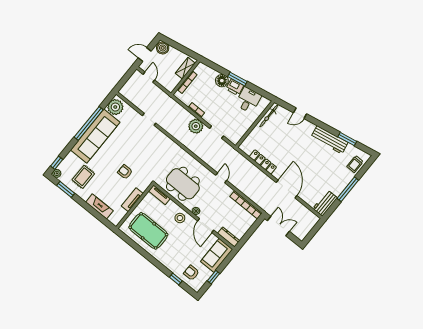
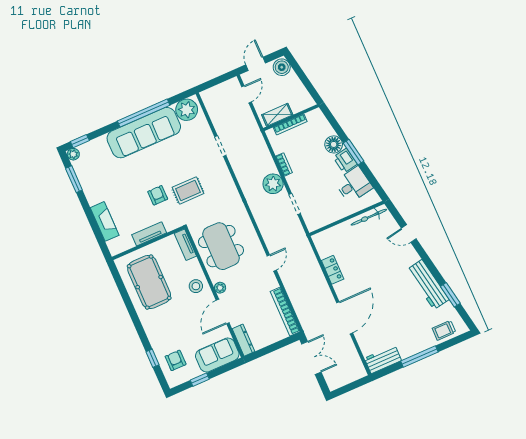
door: (145, 54) -> (256, 64), hinge flipped
shelving: (185, 68) -> (277, 115), moved
locker: (263, 162) -> (333, 270), width x0.66
rug: (83, 177) -> (188, 190), moved

